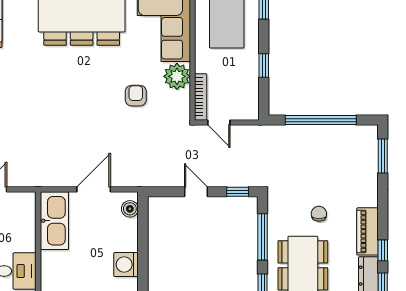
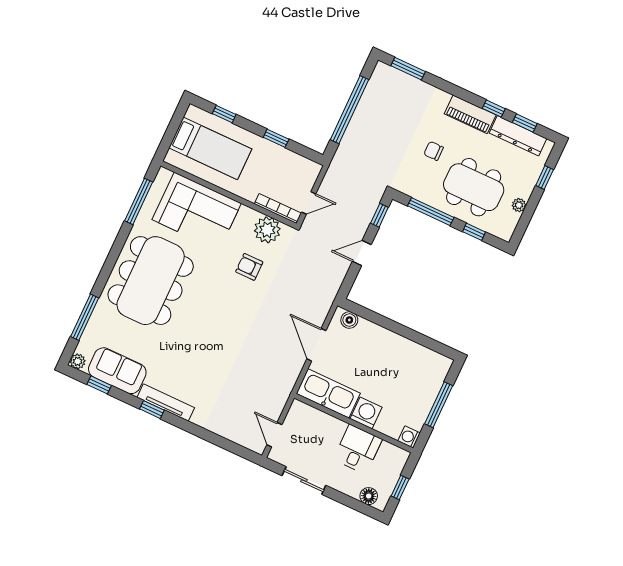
plant: (177, 76) -> (267, 230), moved
washing machine: (126, 265) -> (366, 413), moved, turned 180

